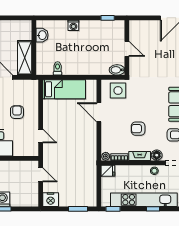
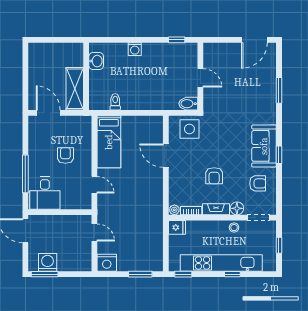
bed: (64, 89) -> (109, 142), moved, turned 90
armchair: (138, 129) -> (214, 176), turned -90

